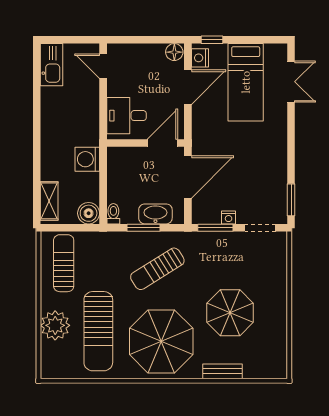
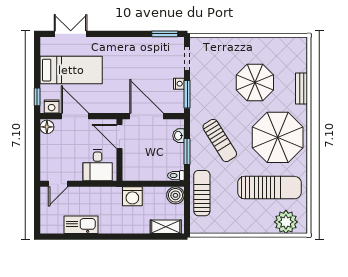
kitchen sink: (52, 65) -> (81, 225), moved
washbasin: (155, 214) -> (178, 136), width x0.52, depth x0.69
sun lounger: (64, 263) -> (202, 193), moved, turned 90
plant: (55, 325) -> (286, 222), moved

